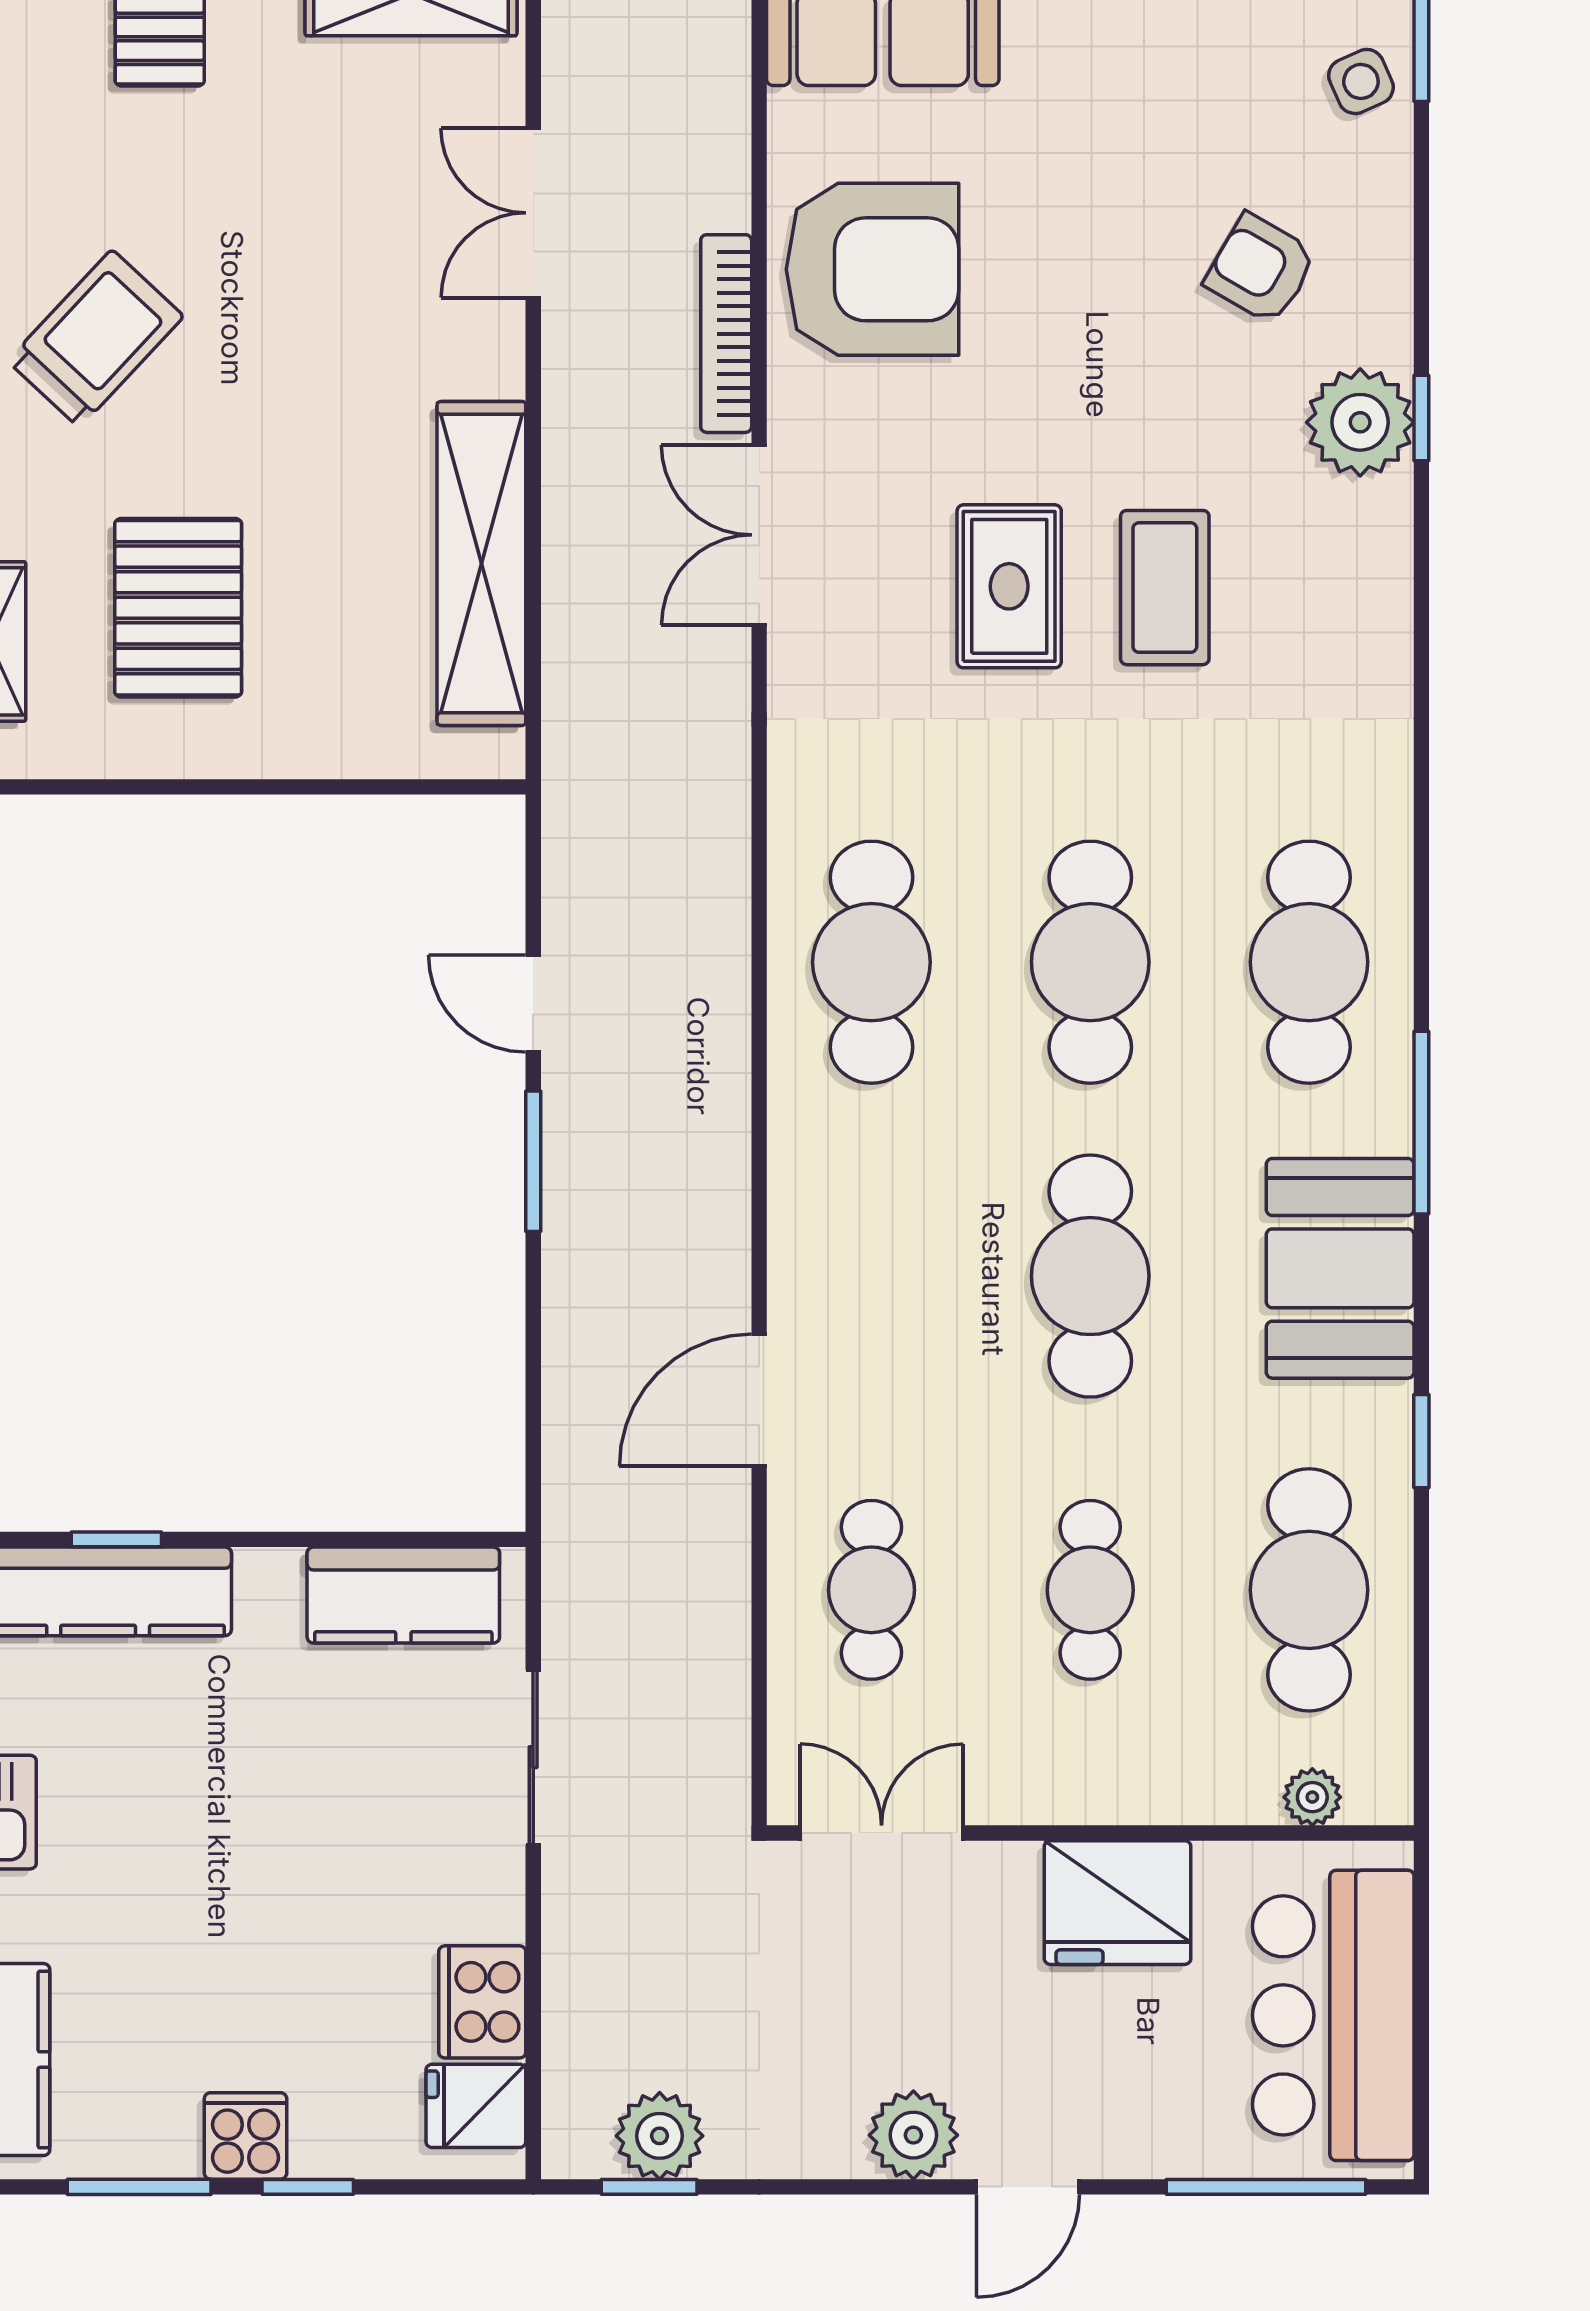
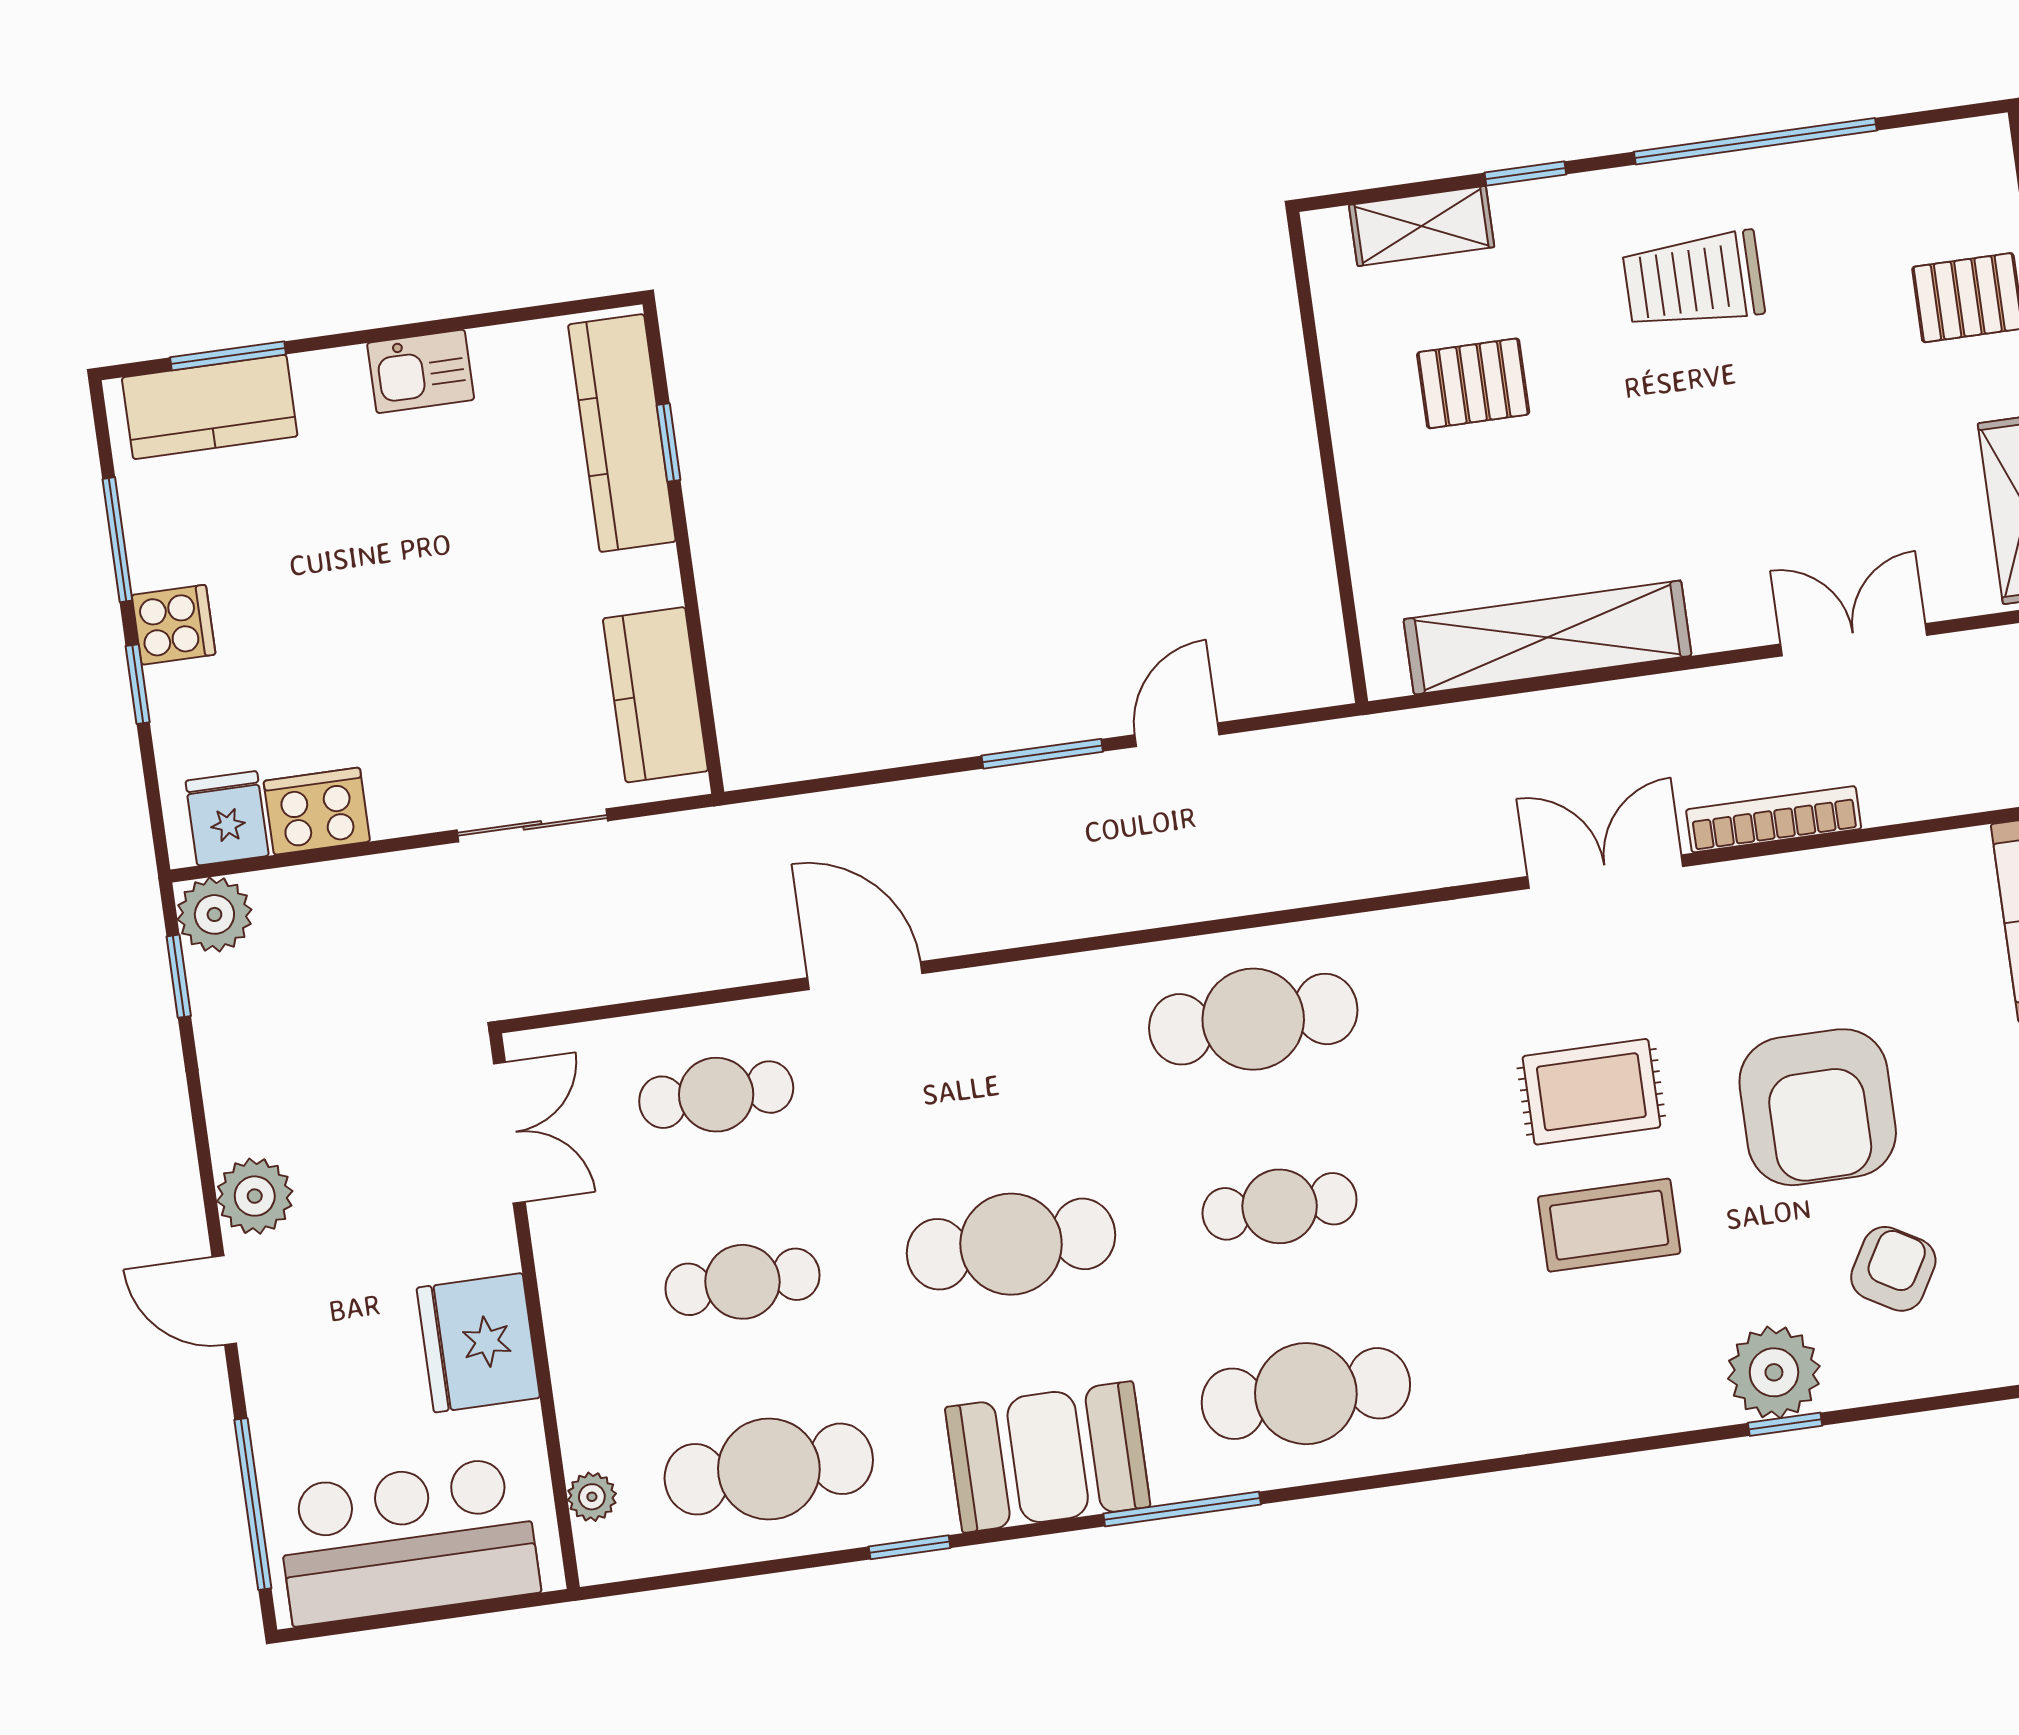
armchair: (873, 269) -> (1818, 1107), moved
trolley: (96, 339) -> (1693, 280), turned 137
pallet: (178, 608) -> (1473, 383), width x0.67, depth x0.71
cafe table: (1090, 962) -> (1280, 1206), width x0.73, depth x0.74
plant: (660, 2136) -> (214, 914), moved

